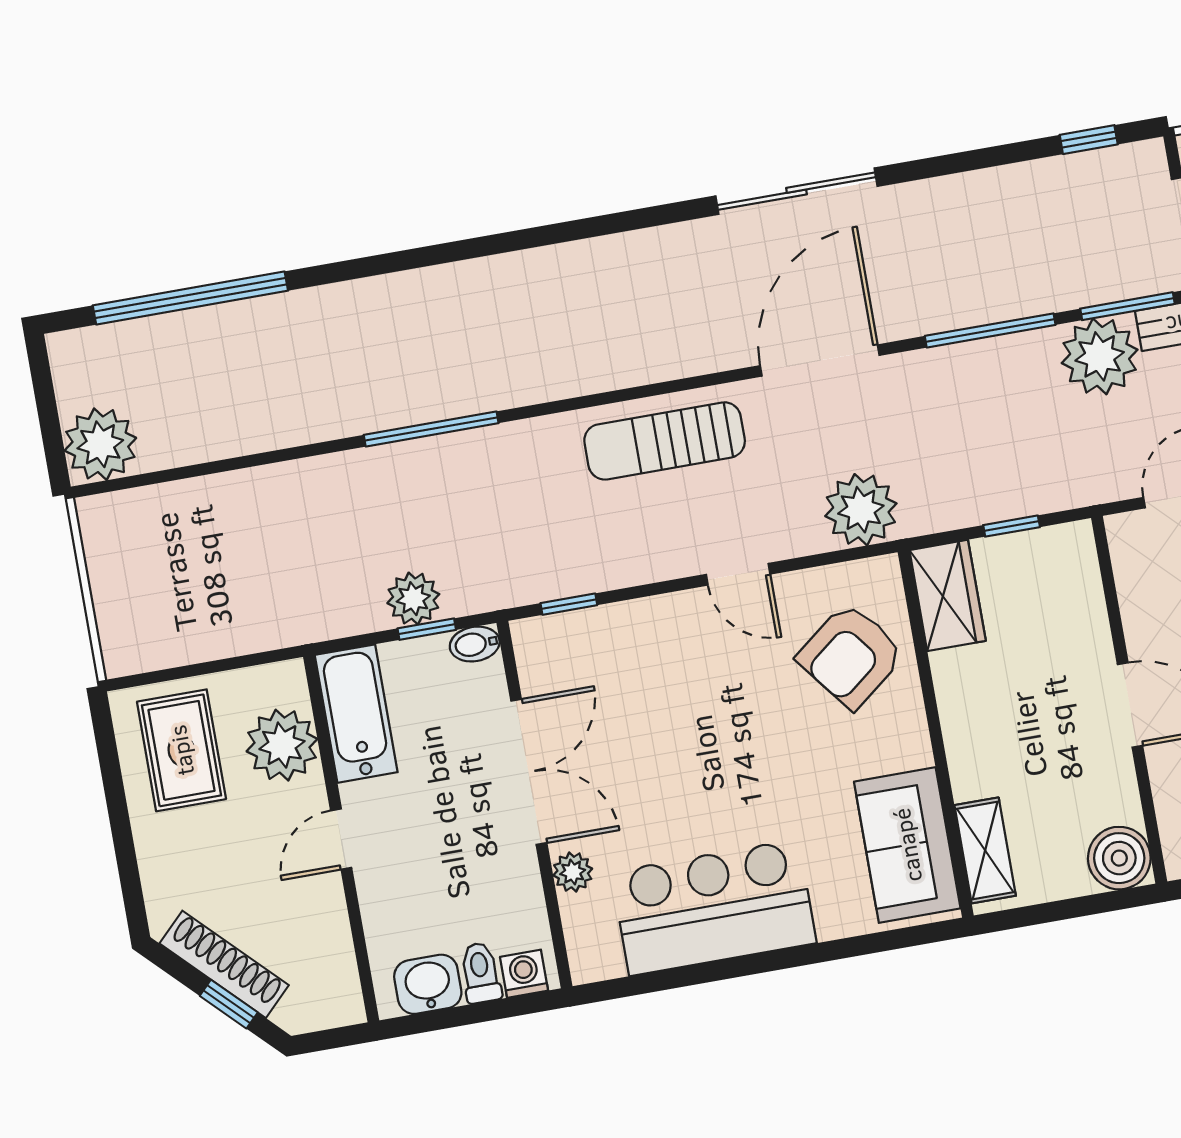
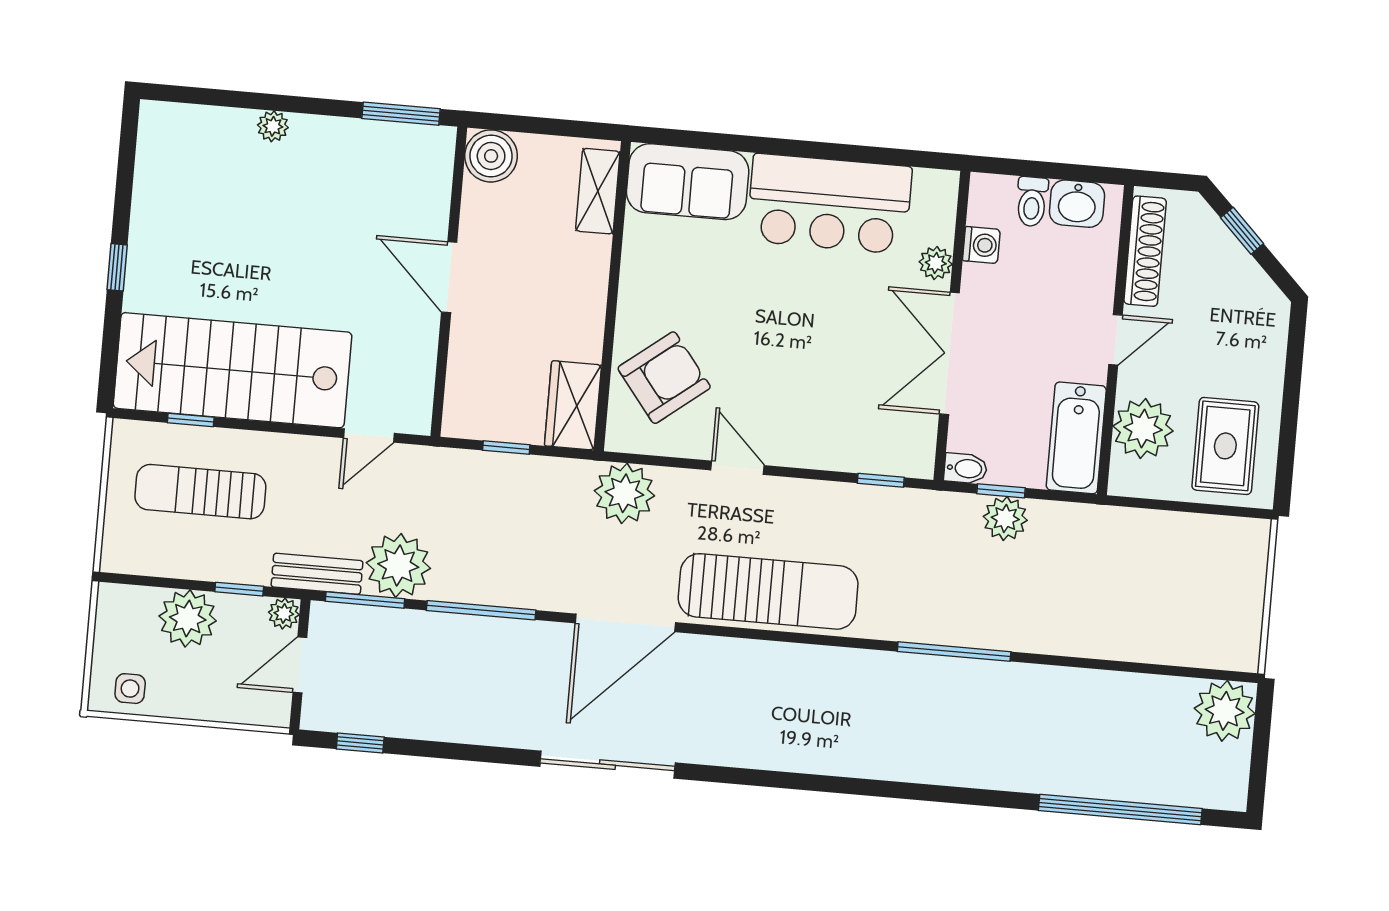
sun lounger: (665, 441) -> (768, 591), width x1.36, depth x1.34
sofa: (907, 845) -> (688, 182), moved, turned 90
shoe rack: (224, 964) -> (1145, 251), moved, turned -135
washing machine: (524, 974) -> (981, 245), moved, turned -90

